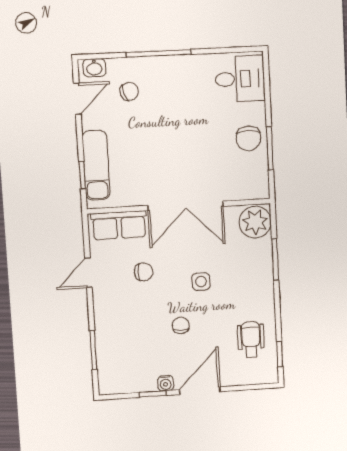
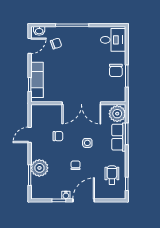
row of seats: (119, 225) -> (119, 137), moved, turned 90
plant: (112, 335) -> (39, 168), added

